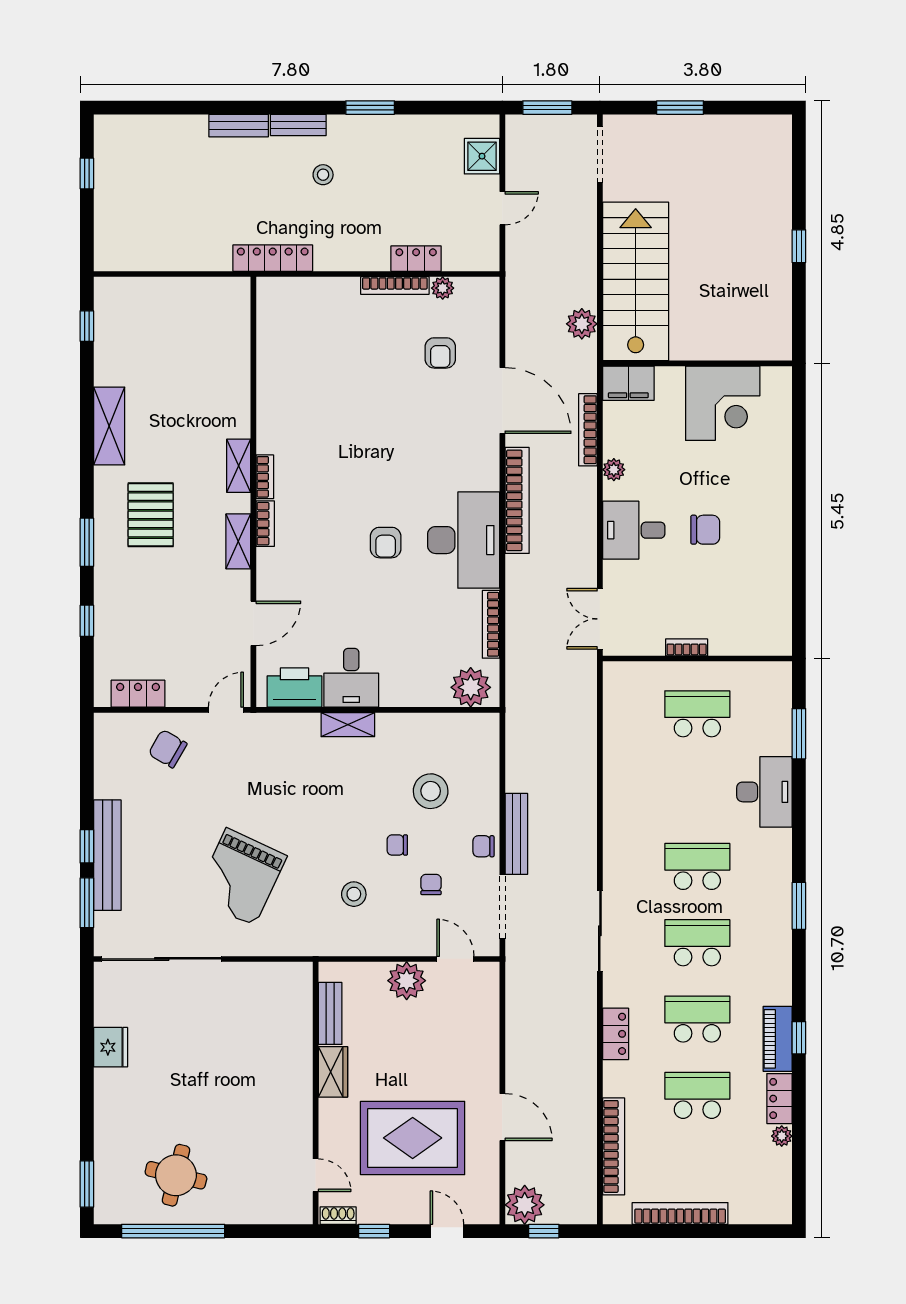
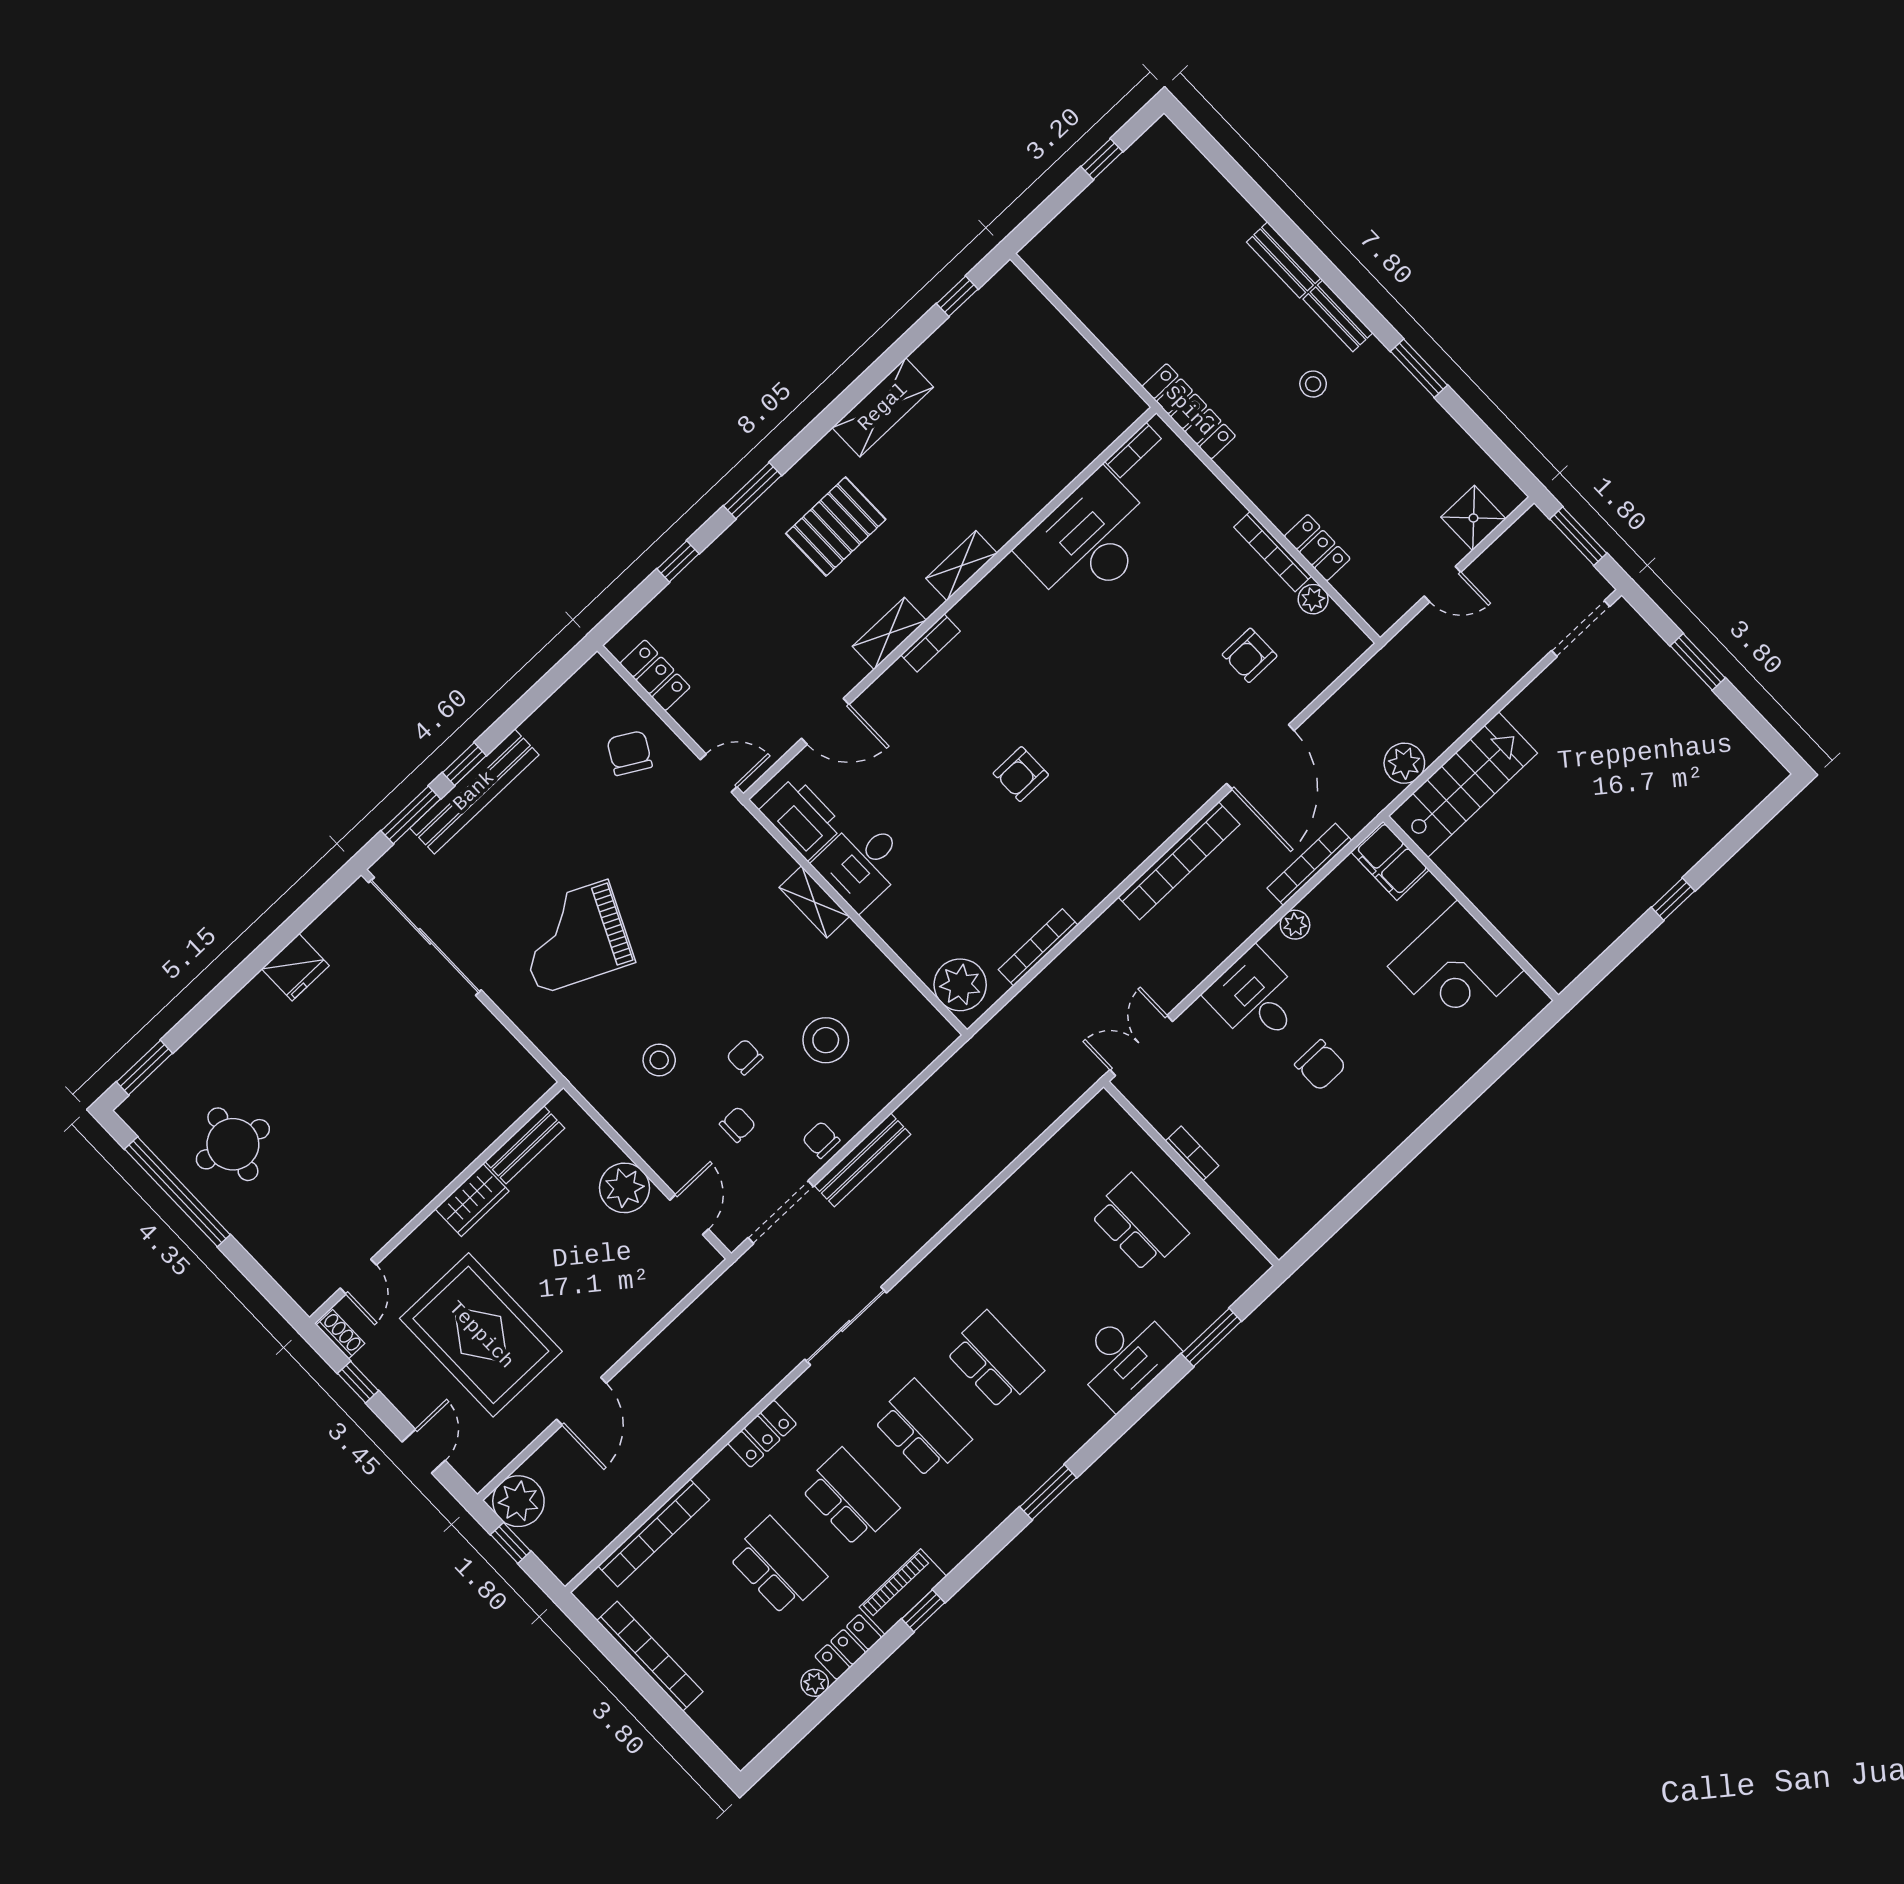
stairs: (636, 281) -> (1463, 785), width x0.73, depth x0.66
bookcase: (265, 477) -> (1133, 450), moved
desk: (464, 540) -> (1089, 541), moved, turned 180

